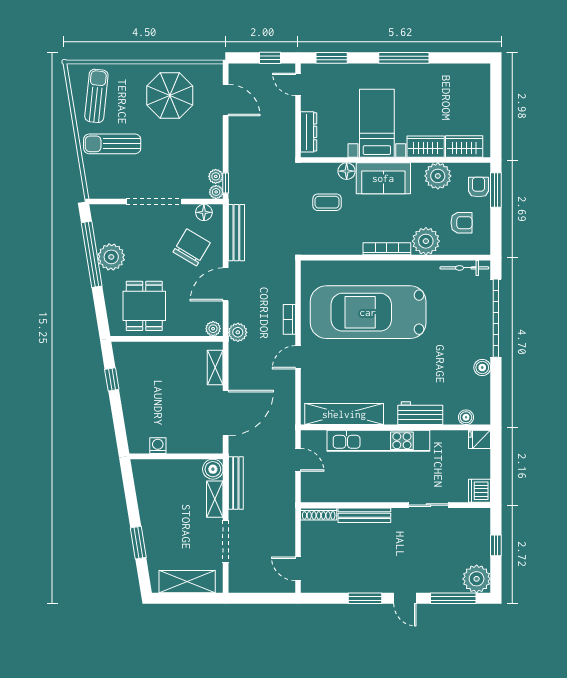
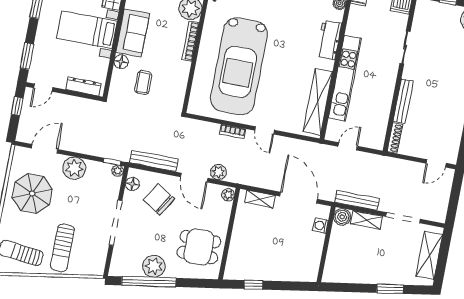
plant: (216, 176) -> (74, 168), moved, width x1.87, depth x1.87
plant: (238, 332) -> (218, 172), moved
washing machine: (158, 446) -> (321, 226), moved

